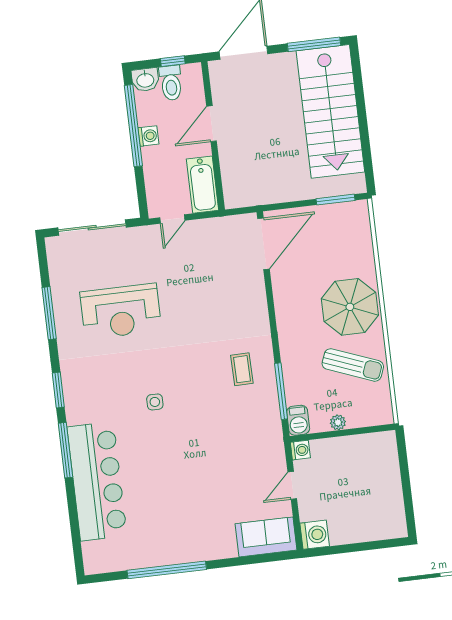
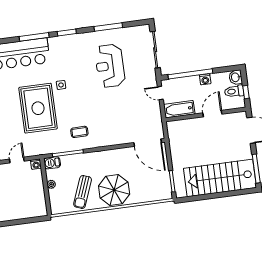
door: (212, 124) -> (212, 114), hinge flipped
window: (133, 126) -> (190, 74), moved
rug: (197, 445) -> (38, 108), added
door: (292, 485) -> (17, 160), hinge flipped

